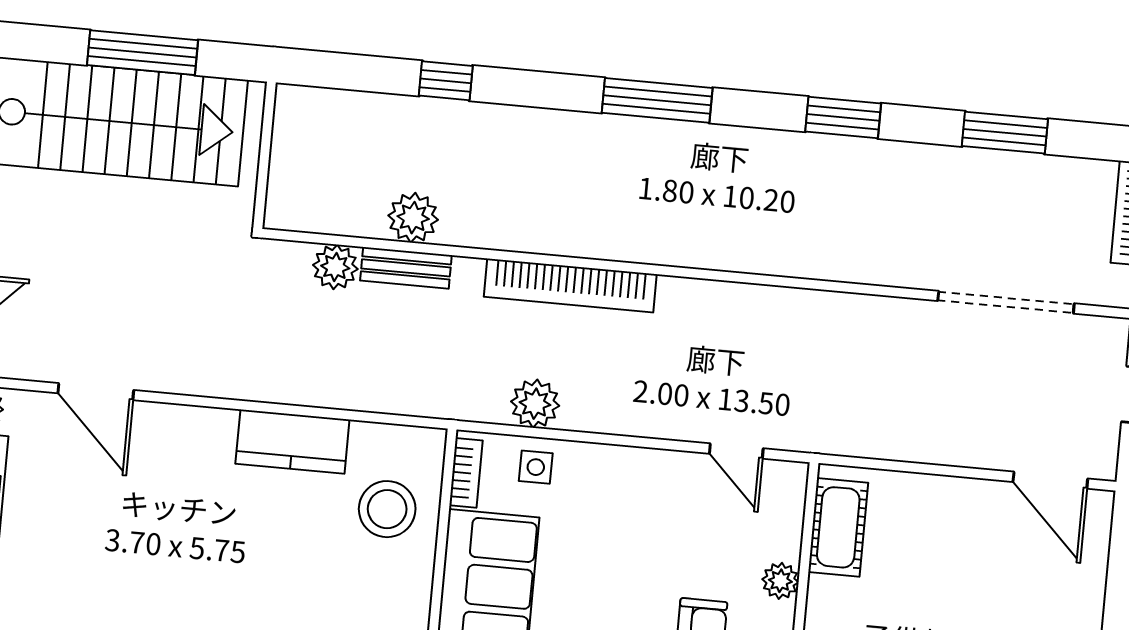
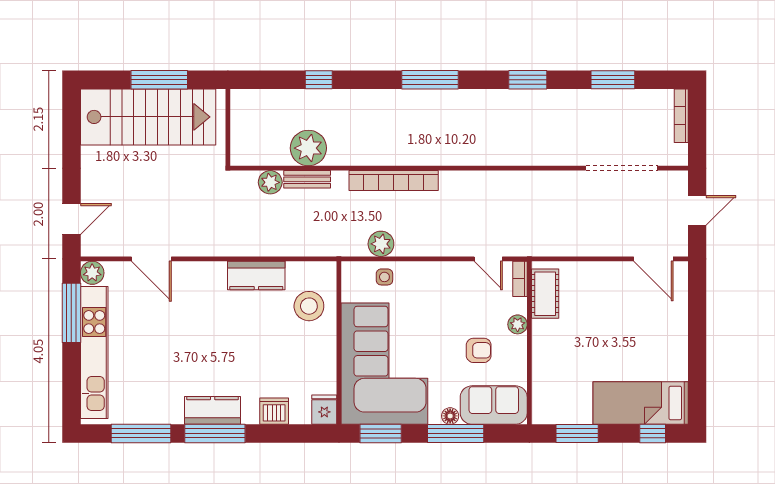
plant: (413, 218) -> (308, 148), width x1.36, depth x1.36
bookcase: (466, 473) -> (520, 279), moved, turned 180

